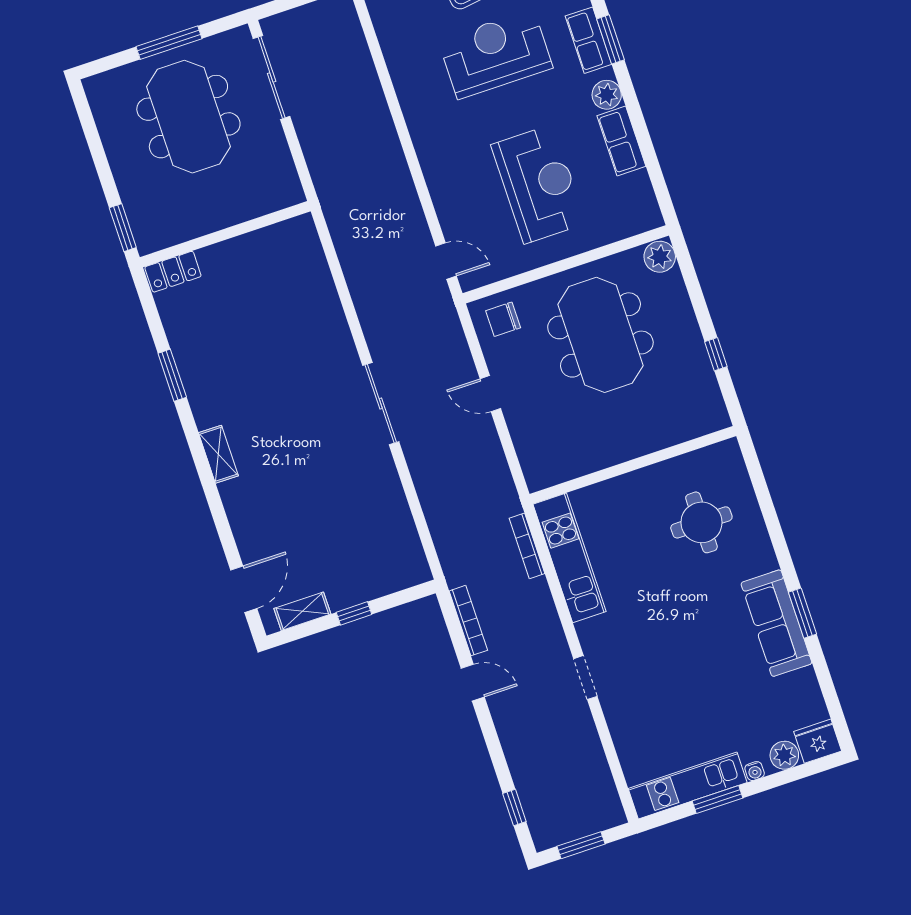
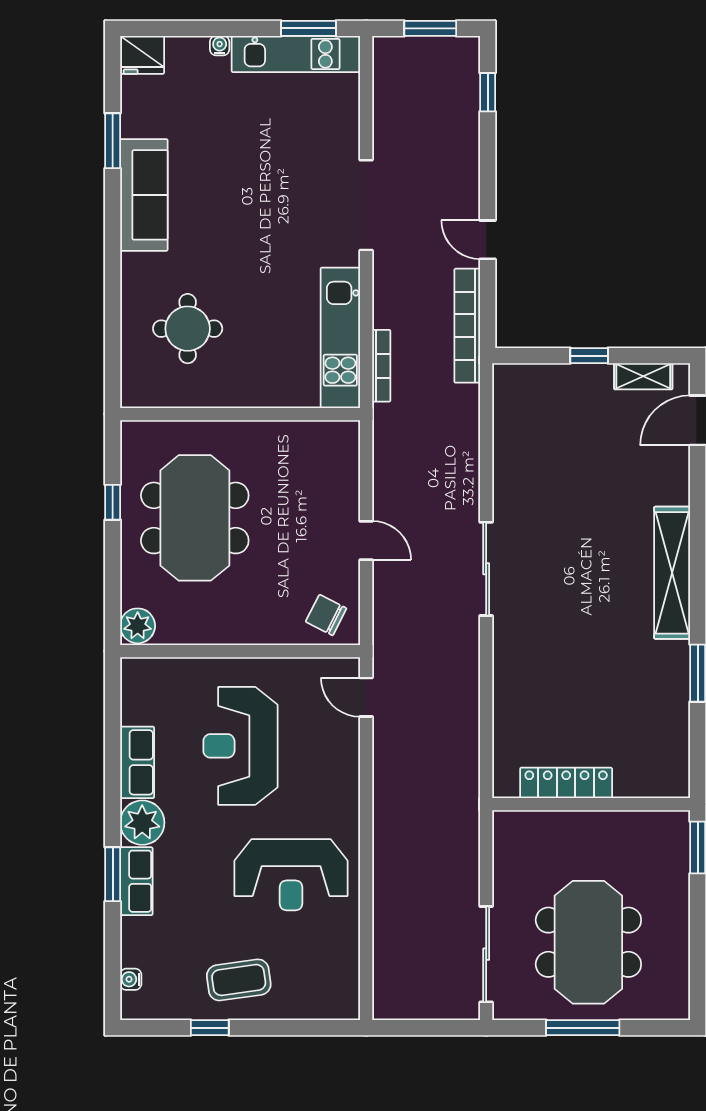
reception desk: (495, 54) -> (291, 875), moved
plant: (607, 95) -> (142, 823), width x1.36, depth x1.36
locker: (173, 272) -> (566, 783), moved, width x1.53
chair: (503, 319) -> (326, 615), turned -153
meeting table: (600, 335) -> (195, 518), moved
shelving: (218, 454) -> (672, 573), width x2.20, depth x1.33
window: (803, 613) -> (113, 141), moved
bookcase: (468, 621) -> (467, 326), width x1.48, depth x1.31
doorway: (585, 678) -> (366, 205), width x1.87
plant: (784, 755) -> (182, 52), removed
window: (718, 800) -> (308, 28), moved

